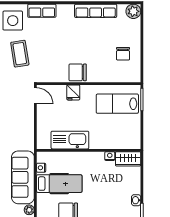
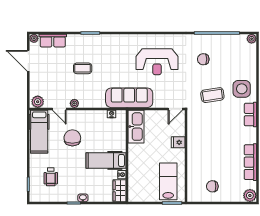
chair: (78, 72) -> (196, 146), removed
kitchen sink: (70, 140) -> (136, 127), moved
sofa: (23, 177) -> (129, 98), moved
hospital bed: (59, 184) -> (106, 160), moved, turned 90

